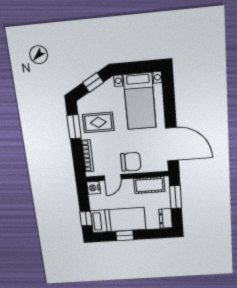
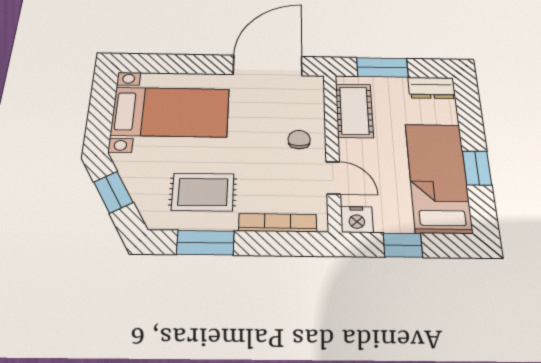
rug: (98, 122) -> (203, 192), turned 90
chair: (131, 162) -> (299, 140), width x0.54, depth x0.54
window: (86, 219) -> (403, 245), moved

